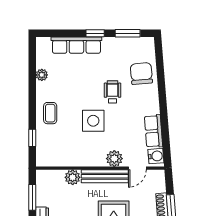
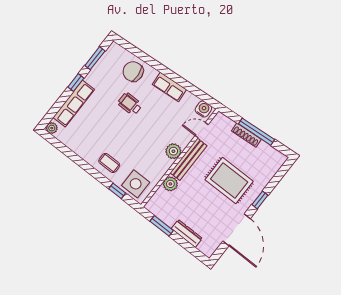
plant: (42, 75) -> (52, 128), moved
side table: (93, 121) -> (136, 184), moved
row of seats: (153, 131) -> (169, 87), moved
plant: (114, 159) -> (173, 151), moved
door: (137, 168) -> (202, 130), swing flipped

